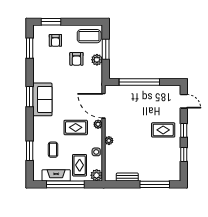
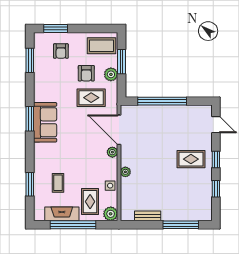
rug: (76, 127) -> (91, 98), moved

